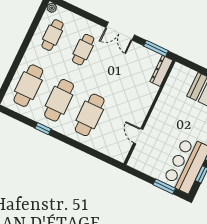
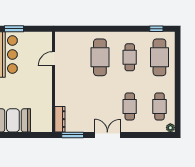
cafe table: (59, 100) -> (130, 57), width x0.73, depth x0.74
window: (43, 129) -> (156, 29), moved
door: (138, 136) -> (54, 59), swing flipped

